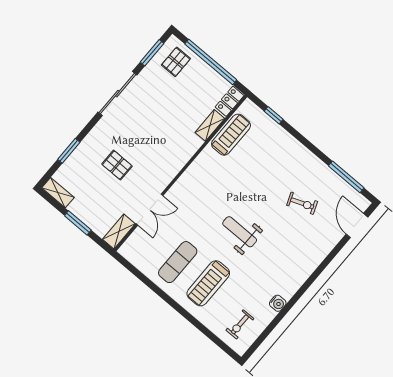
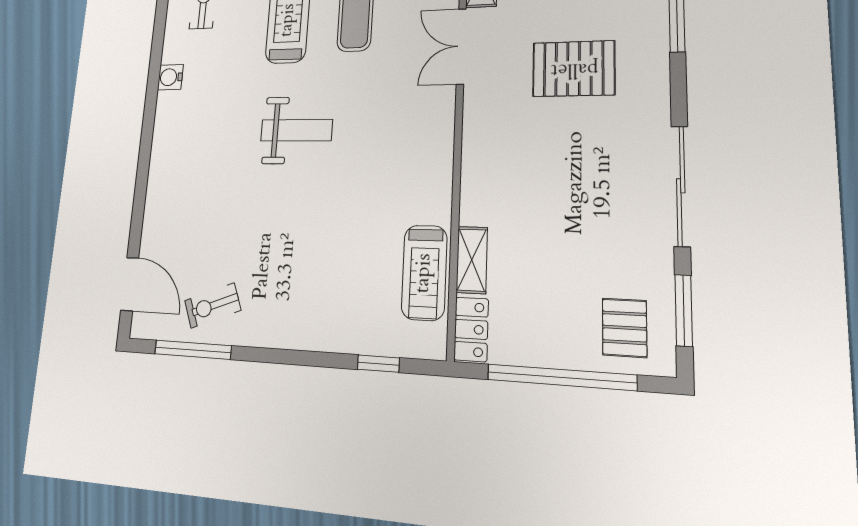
pallet: (117, 165) -> (574, 69), width x1.50, depth x1.42
exercise bike: (302, 203) -> (213, 305), moved

